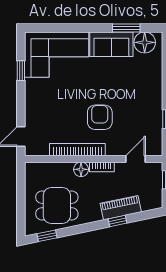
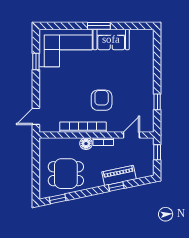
window: (126, 28) -> (99, 26), moved
floor lamp: (145, 42) -> (139, 38), removed

